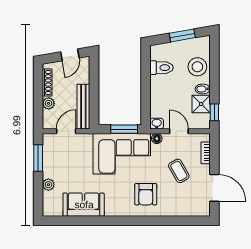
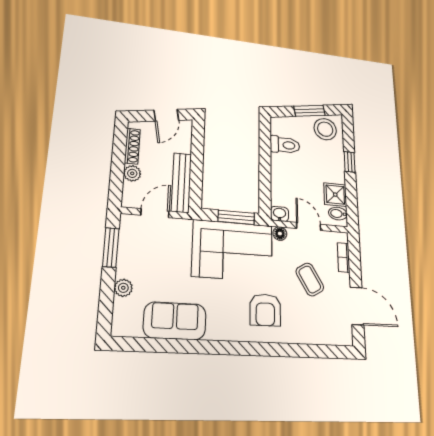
stool: (197, 67) -> (325, 129), moved
bidet: (203, 89) -> (338, 214), moved
window: (214, 112) -> (350, 162), moved

